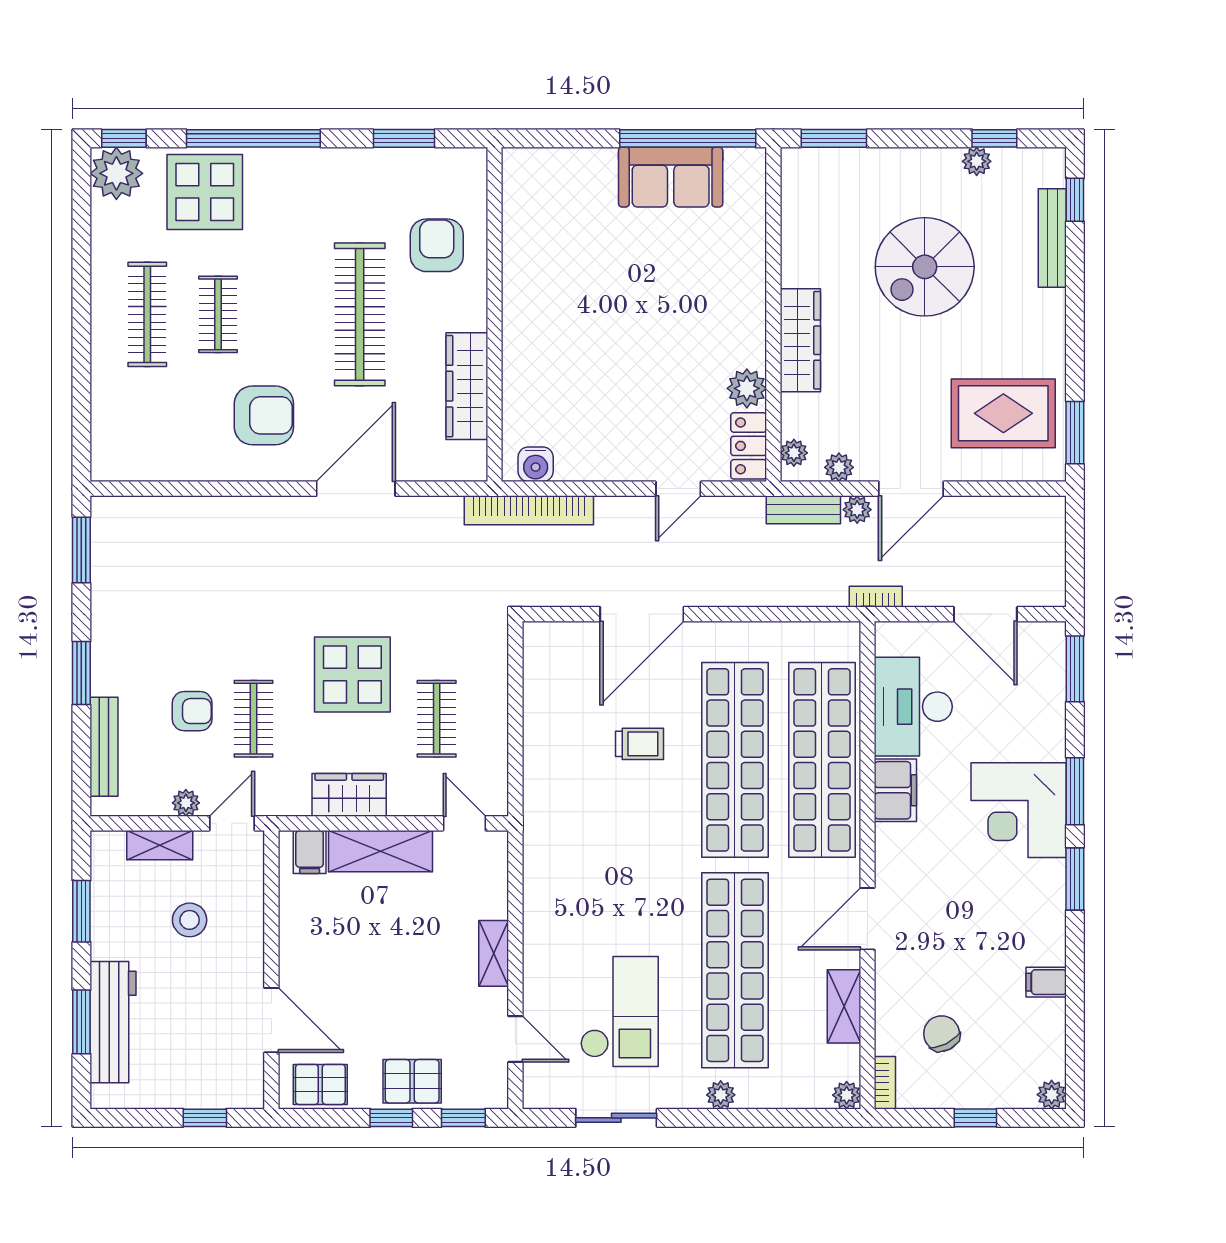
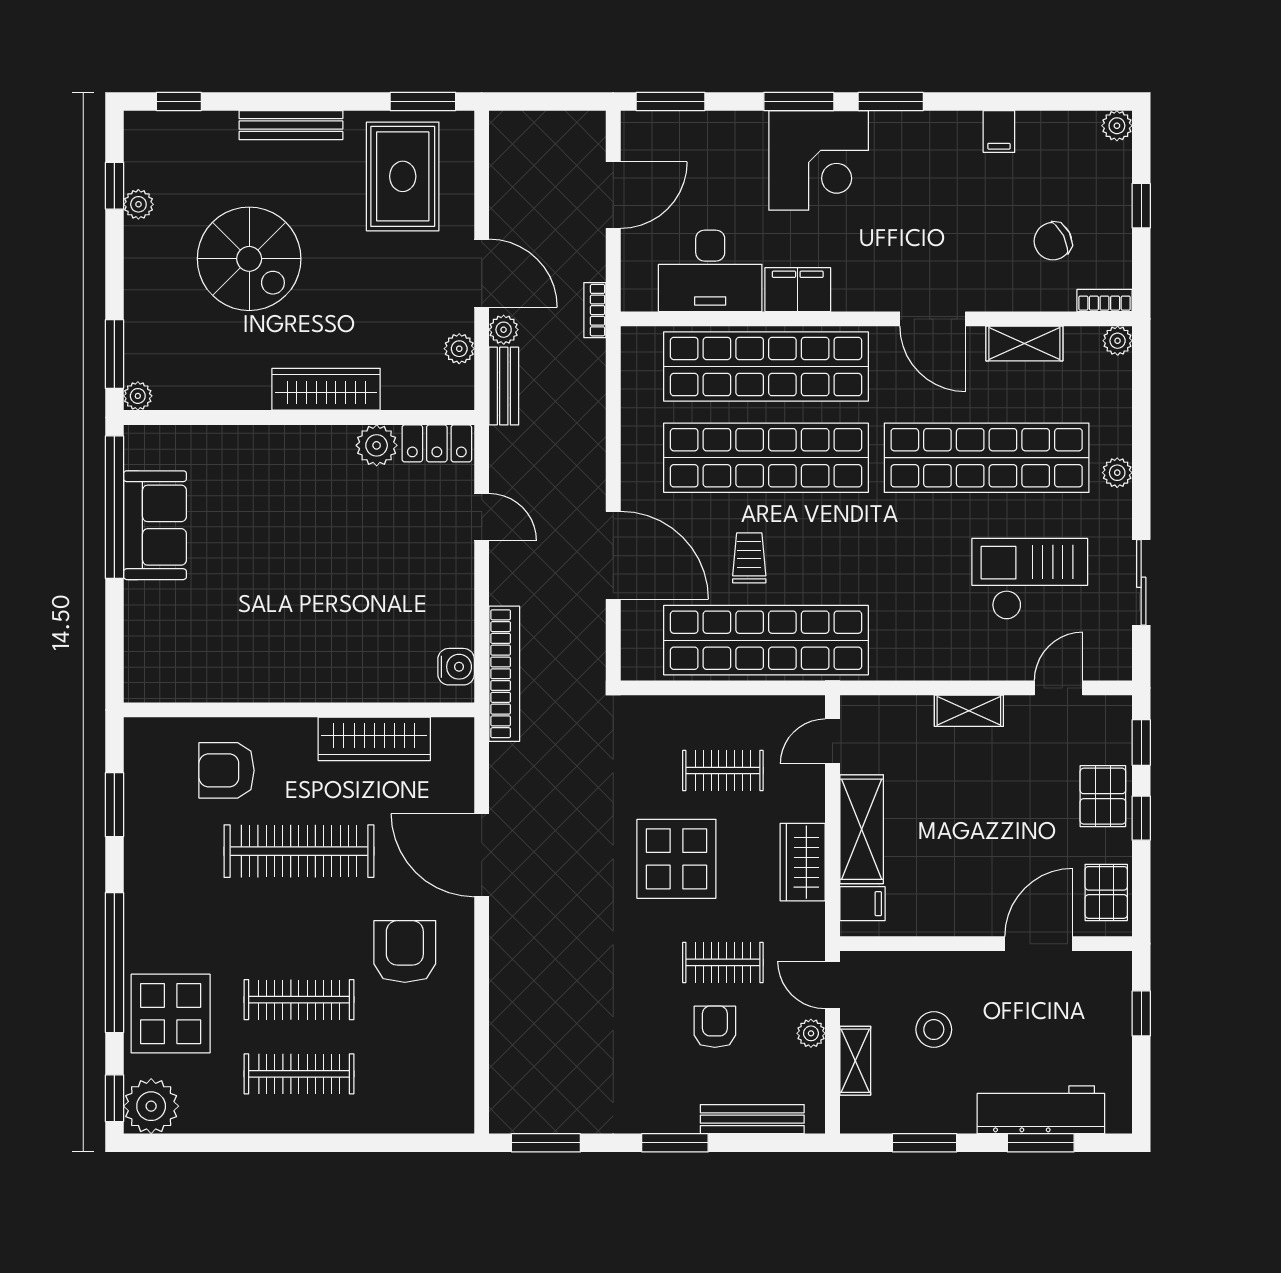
bench: (1052, 238) -> (291, 125), moved
clothes rail: (218, 314) -> (299, 1000), width x1.36
plant: (794, 453) -> (138, 396), moved
shop shelf: (561, 760) -> (766, 640), added

